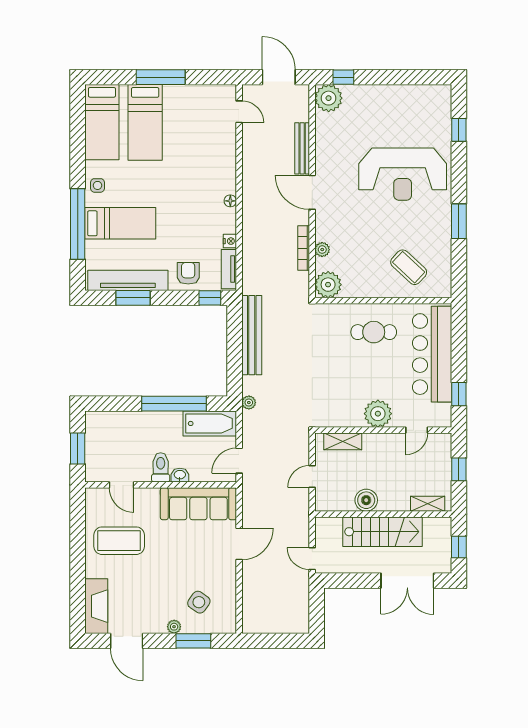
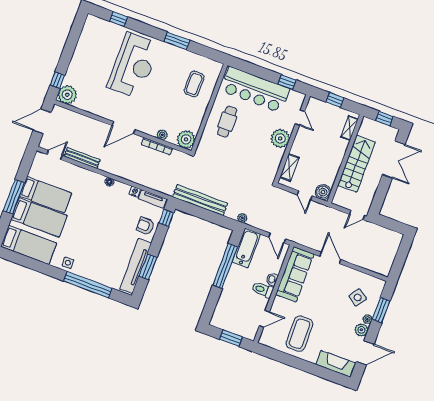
bench: (302, 148) -> (82, 158), moved
bed: (120, 223) -> (46, 195), moved, turned 90
coffee table: (409, 267) -> (194, 84), turned -43
boiler: (366, 500) -> (323, 192), moved
plant: (156, 624) -> (361, 330), added

